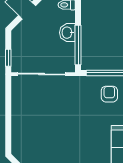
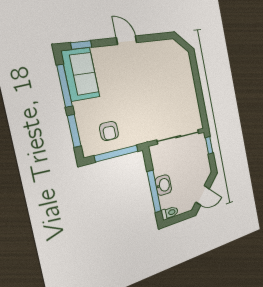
window: (78, 45) -> (154, 191), moved

